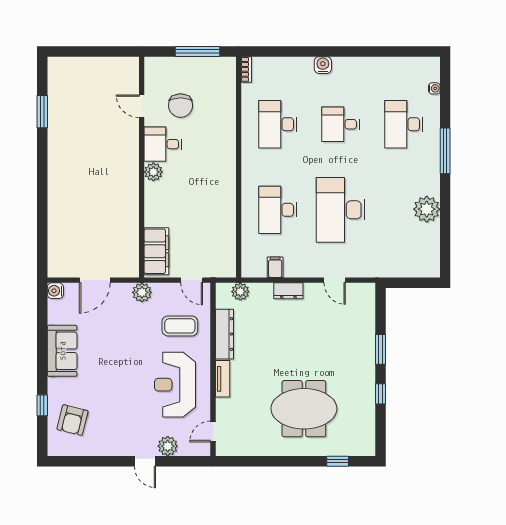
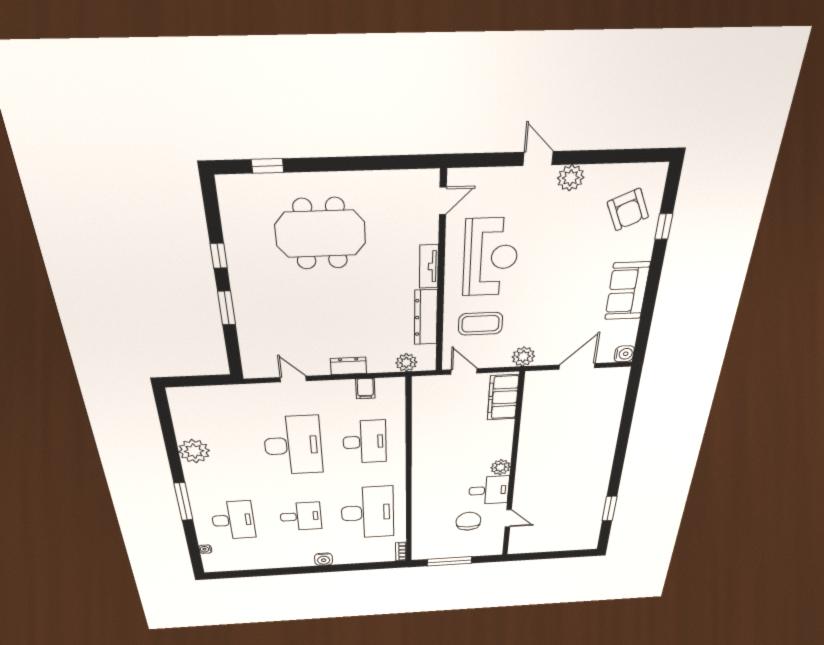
desk: (278, 124) -> (368, 513), width x1.36, depth x1.30
armchair: (73, 420) -> (628, 210), turned 142
plant: (168, 446) -> (571, 178), moved

